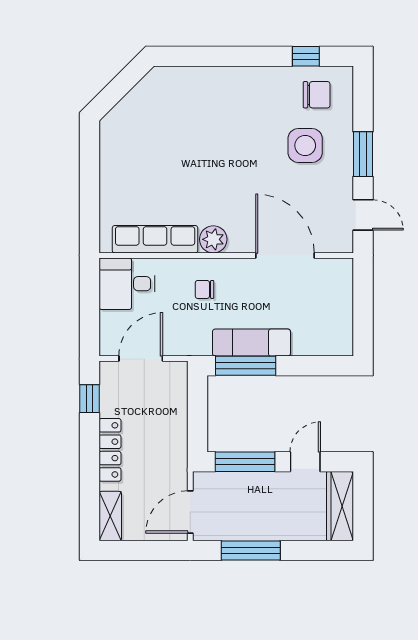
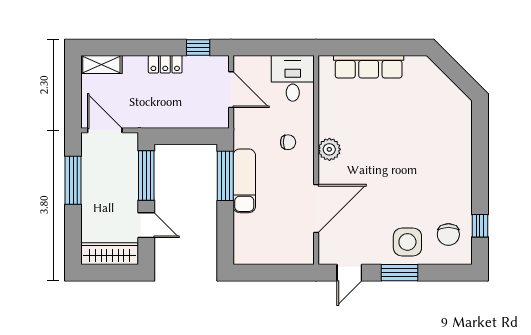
side table: (305, 145) -> (407, 242), moved
row of seats: (155, 239) -> (369, 67), moved, turned 90
chair: (205, 289) -> (288, 142), turned 90
locker: (110, 450) -> (165, 64), width x0.66

